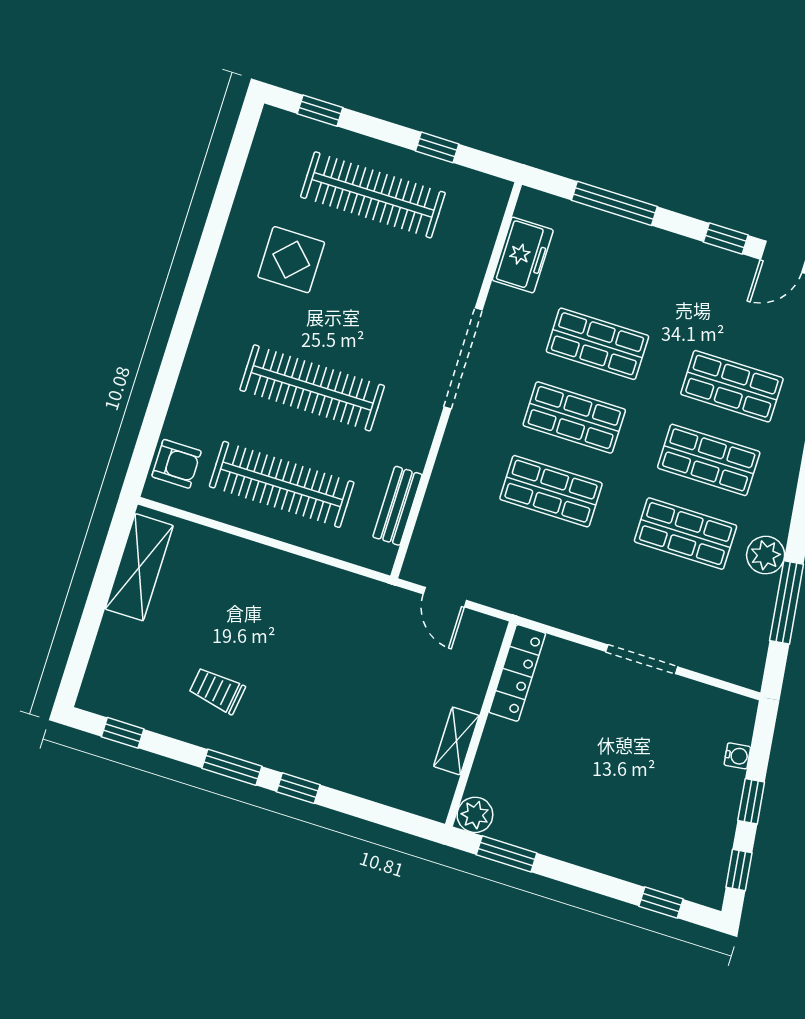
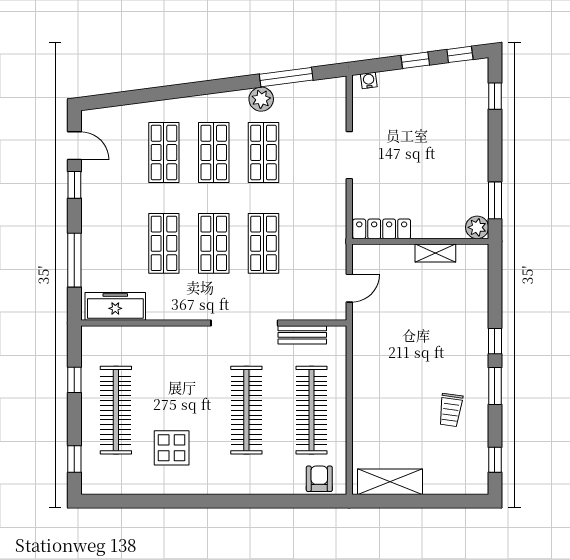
freezer: (523, 255) -> (115, 306), width x1.40
doorway: (463, 358) -> (244, 323), moved
water cooler: (737, 756) -> (369, 80), moved

